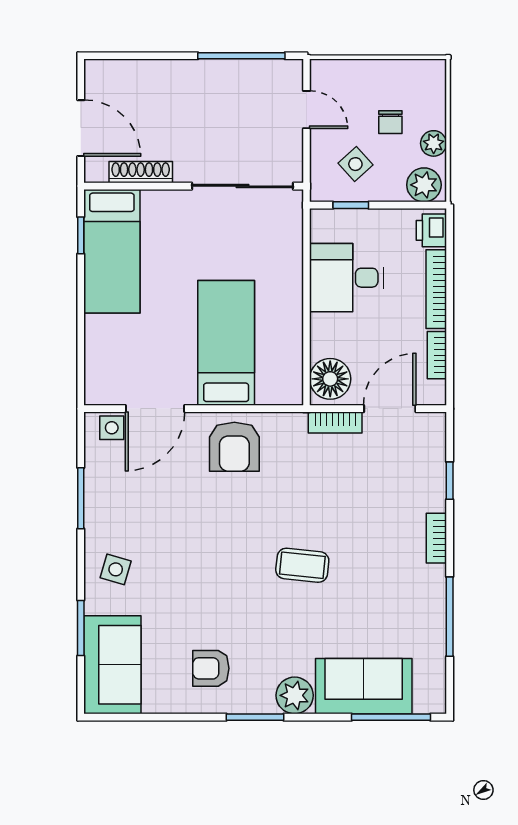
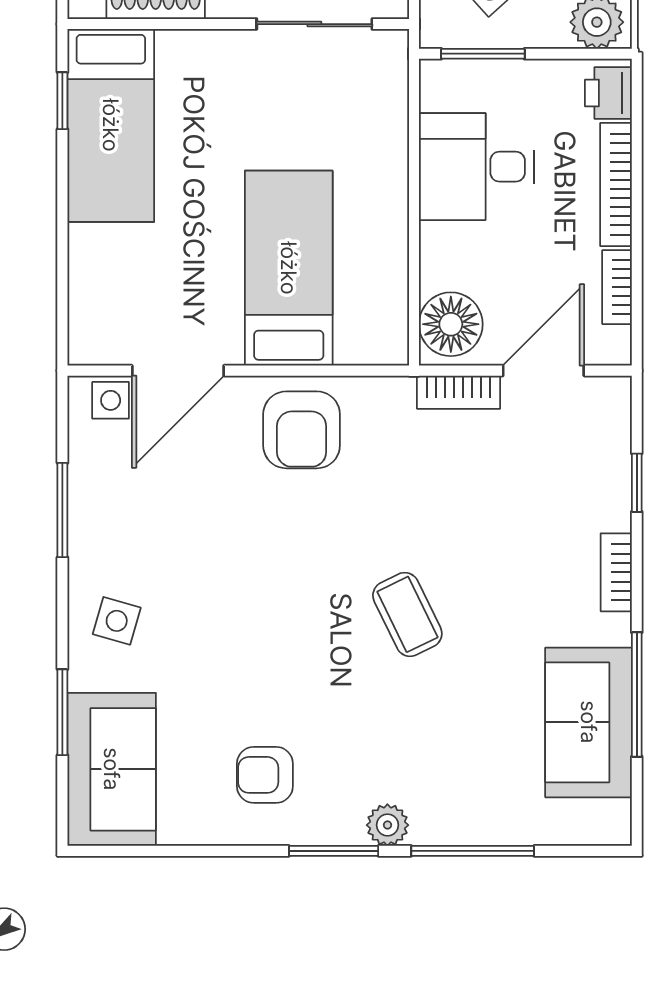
sliding door: (243, 186) -> (314, 24), width x0.73
window: (351, 205) -> (483, 54), width x1.50
coffee table: (302, 565) -> (407, 614), turned 58
sofa: (364, 686) -> (589, 722), moved, turned -90
plant: (295, 695) -> (387, 825), width x0.73, depth x0.73
window: (391, 717) -> (473, 851), moved

